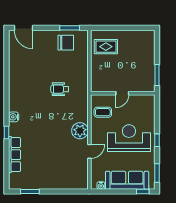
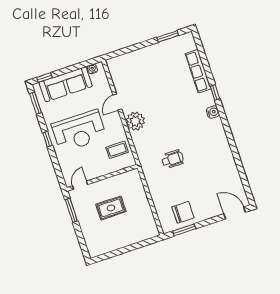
chair: (66, 43) -> (183, 212), turned 180
rug: (106, 47) -> (111, 208), moved
door: (122, 93) -> (80, 185), moved

